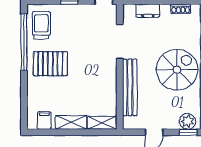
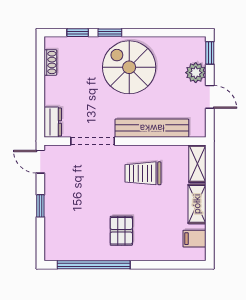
dresser: (148, 11) -> (53, 122), moved
trolley: (41, 25) -> (143, 173), moved
pallet: (50, 64) -> (121, 231), width x0.67, depth x0.71
plant: (187, 121) -> (196, 73), moved

